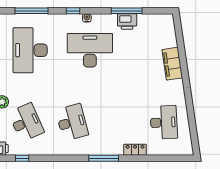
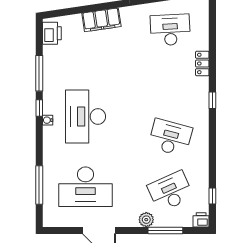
window: (73, 11) -> (39, 108), moved
printer: (127, 22) -> (52, 33), moved
desk: (72, 122) -> (170, 137), turned 30
window: (104, 158) -> (212, 100), width x0.46

